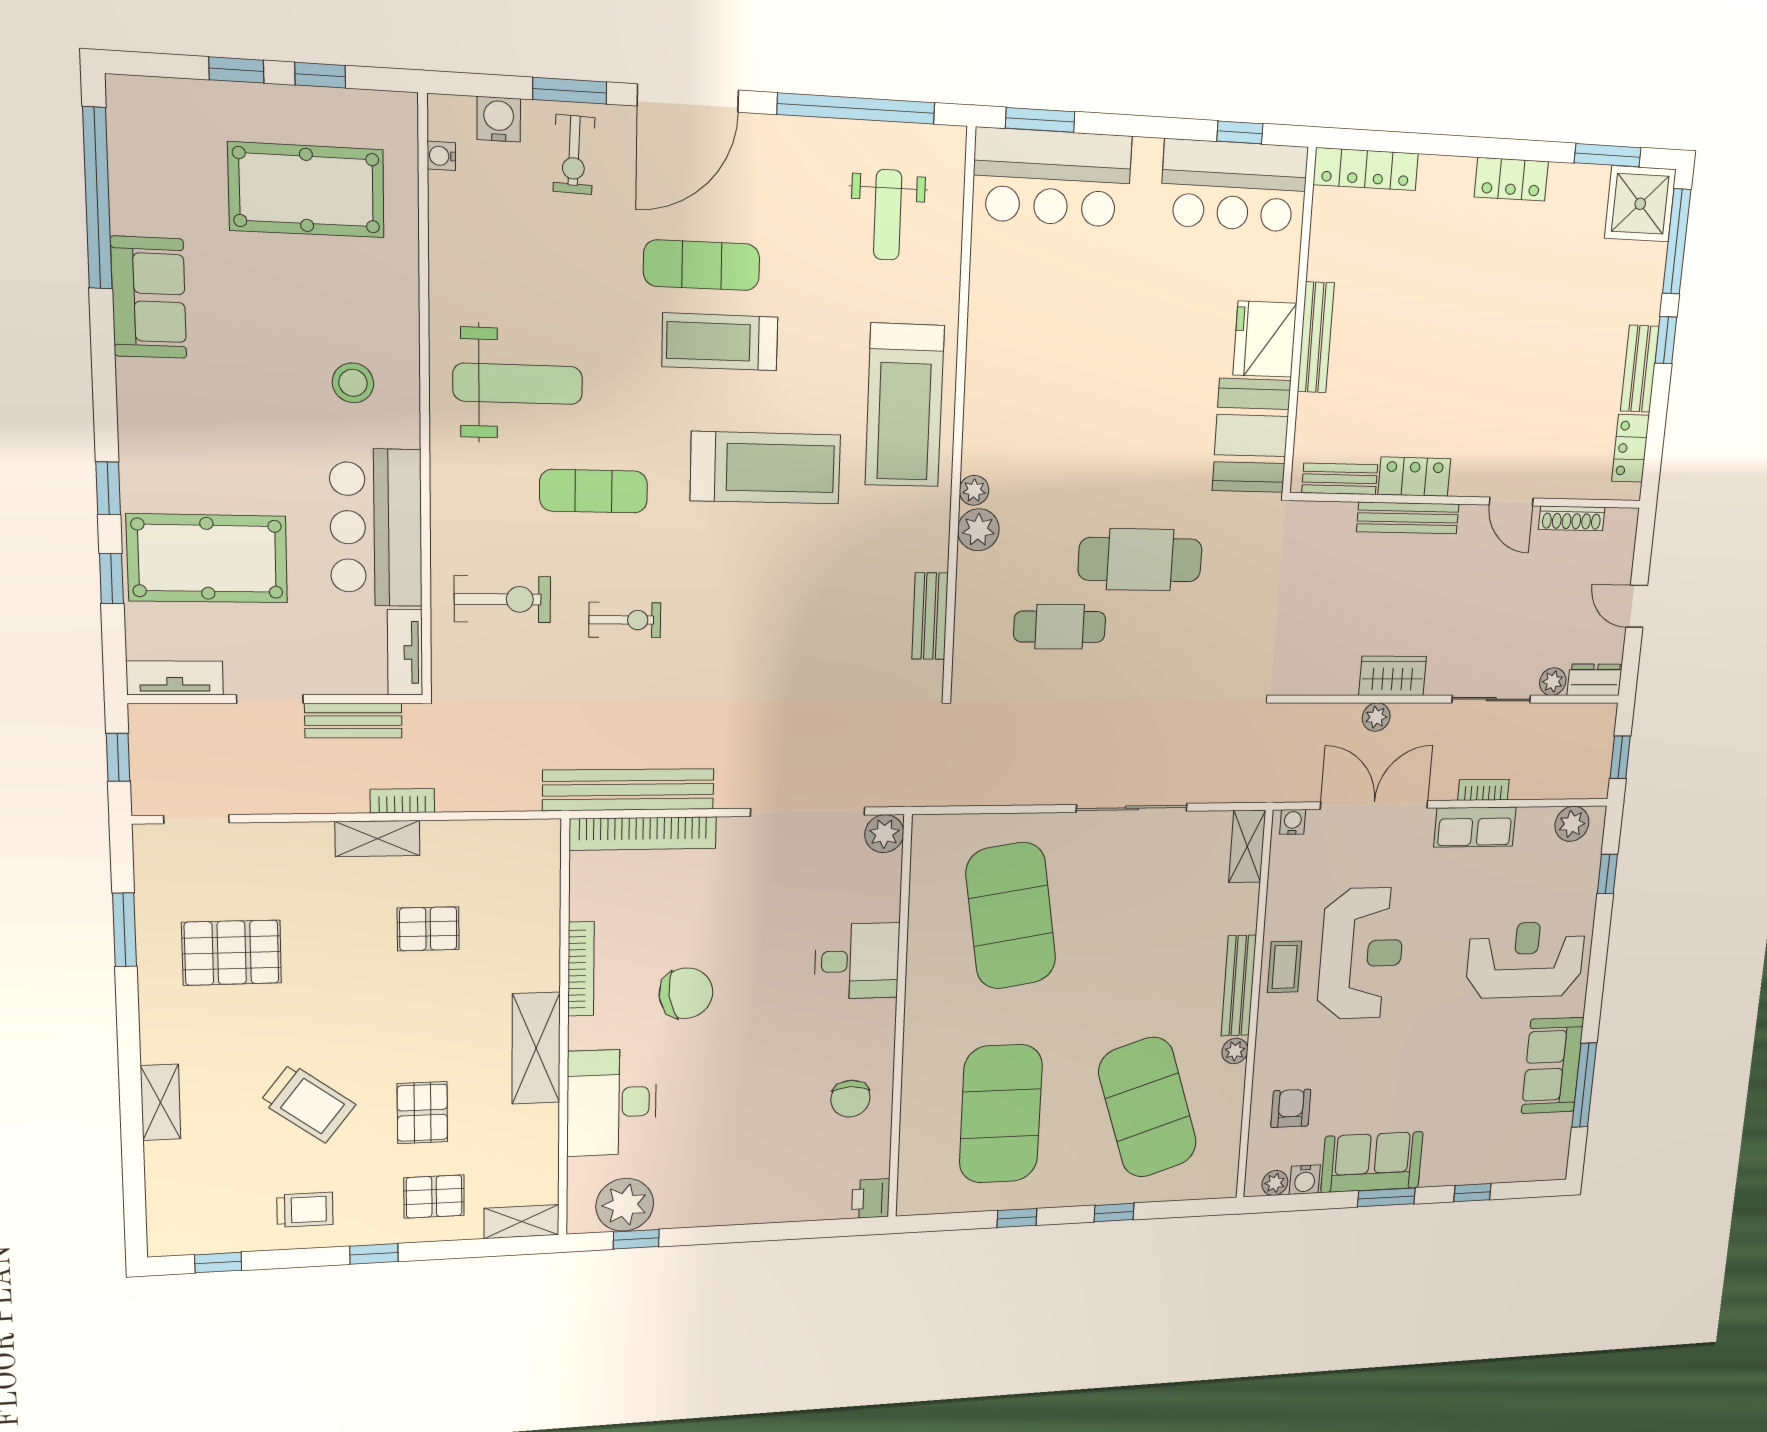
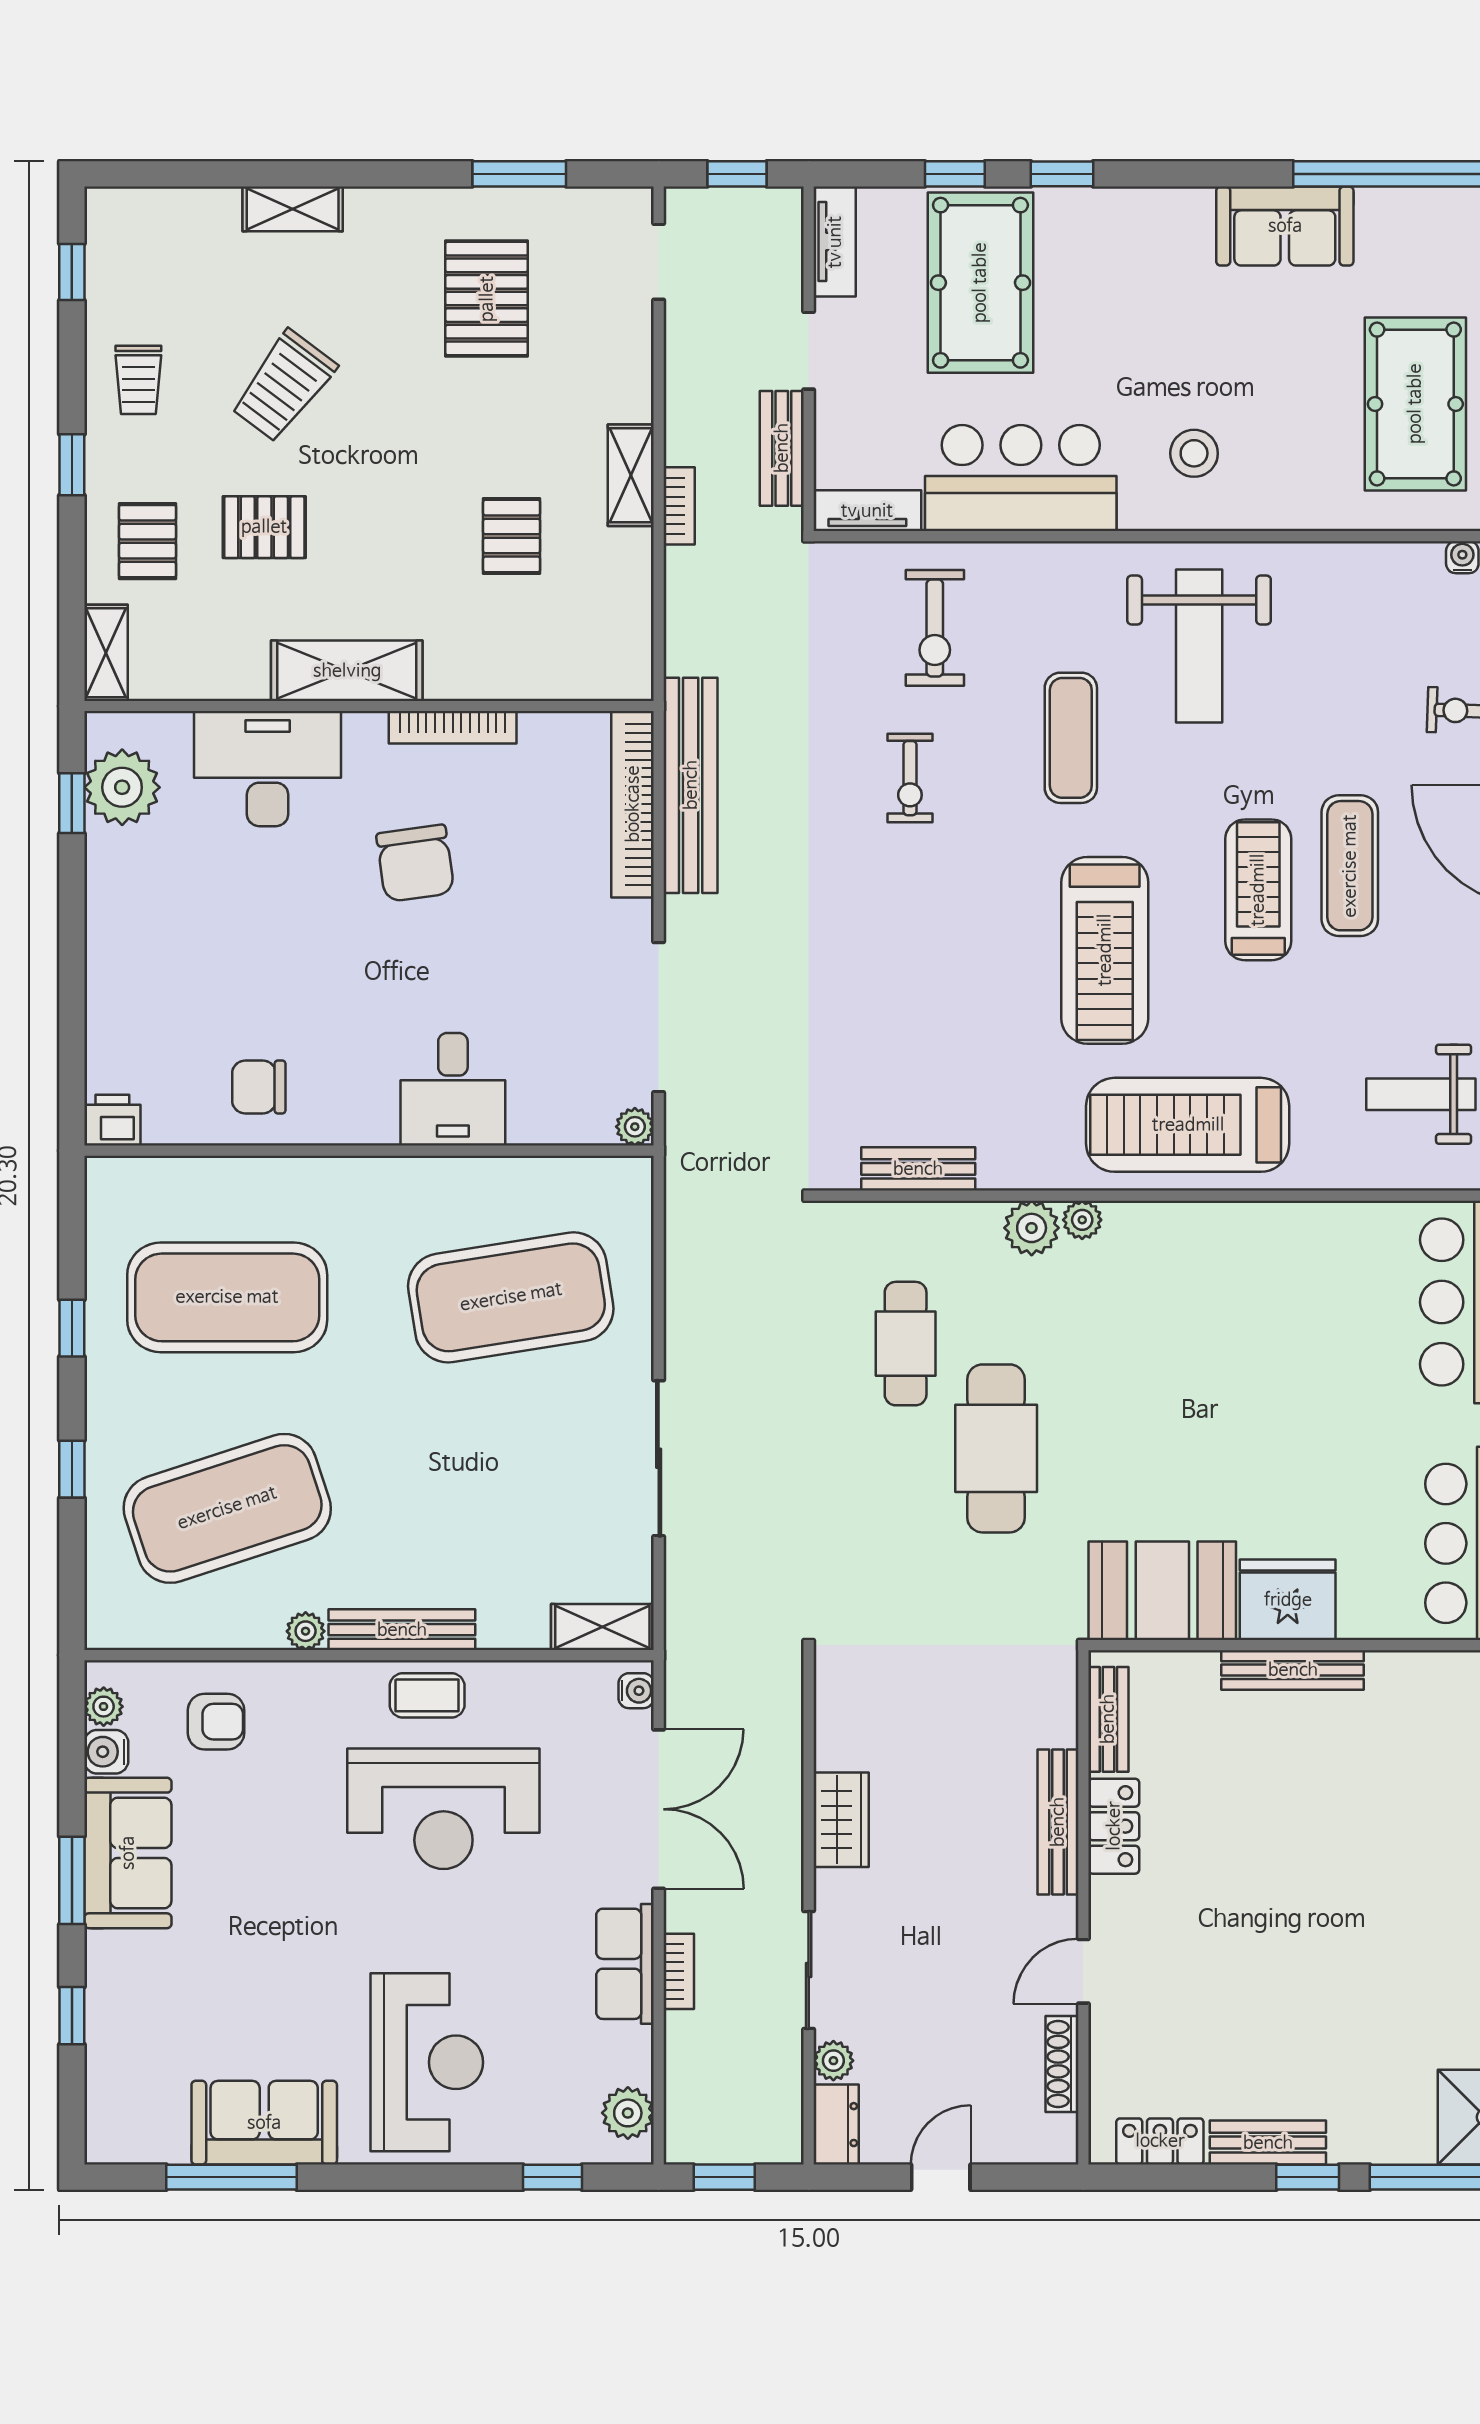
plant: (1376, 717) -> (783, 1801), removed
plant: (884, 834) -> (635, 1127), width x0.73, depth x0.73

